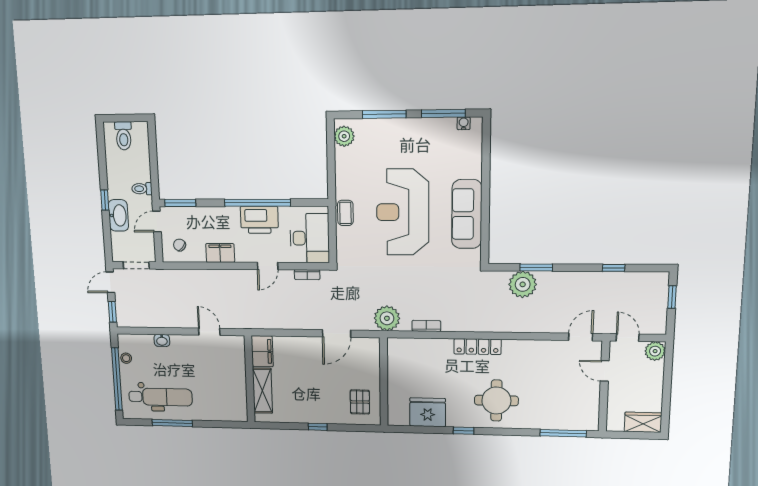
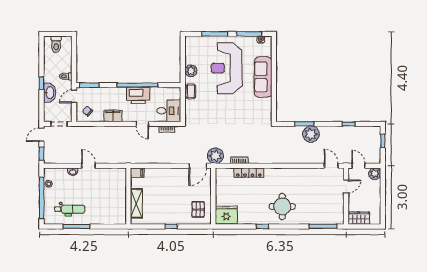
plant: (344, 136) -> (191, 71), moved
reception desk: (403, 212) -> (227, 68), moved
sofa: (467, 214) -> (263, 77), moved
desk: (310, 238) -> (169, 111), width x0.73
door: (268, 266) -> (142, 124), hinge flipped
plant: (523, 284) -> (311, 134), moved
door: (209, 332) -> (89, 166), moved
door: (337, 333) -> (198, 166), moved
door: (581, 337) -> (331, 166), hinge flipped
locker: (477, 347) -> (249, 173), moved
filing cabinet: (262, 351) -> (137, 173), width x0.50
door: (605, 371) -> (346, 186), swing flipped
dental chair: (160, 397) -> (70, 209), width x0.73, depth x0.72
fridge: (428, 412) -> (226, 215), moved
wardrobe: (643, 422) -> (359, 218), moved

